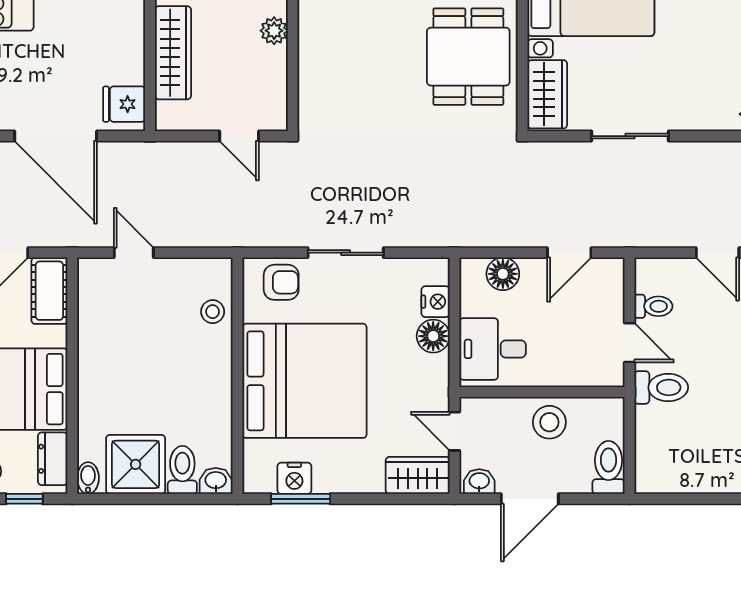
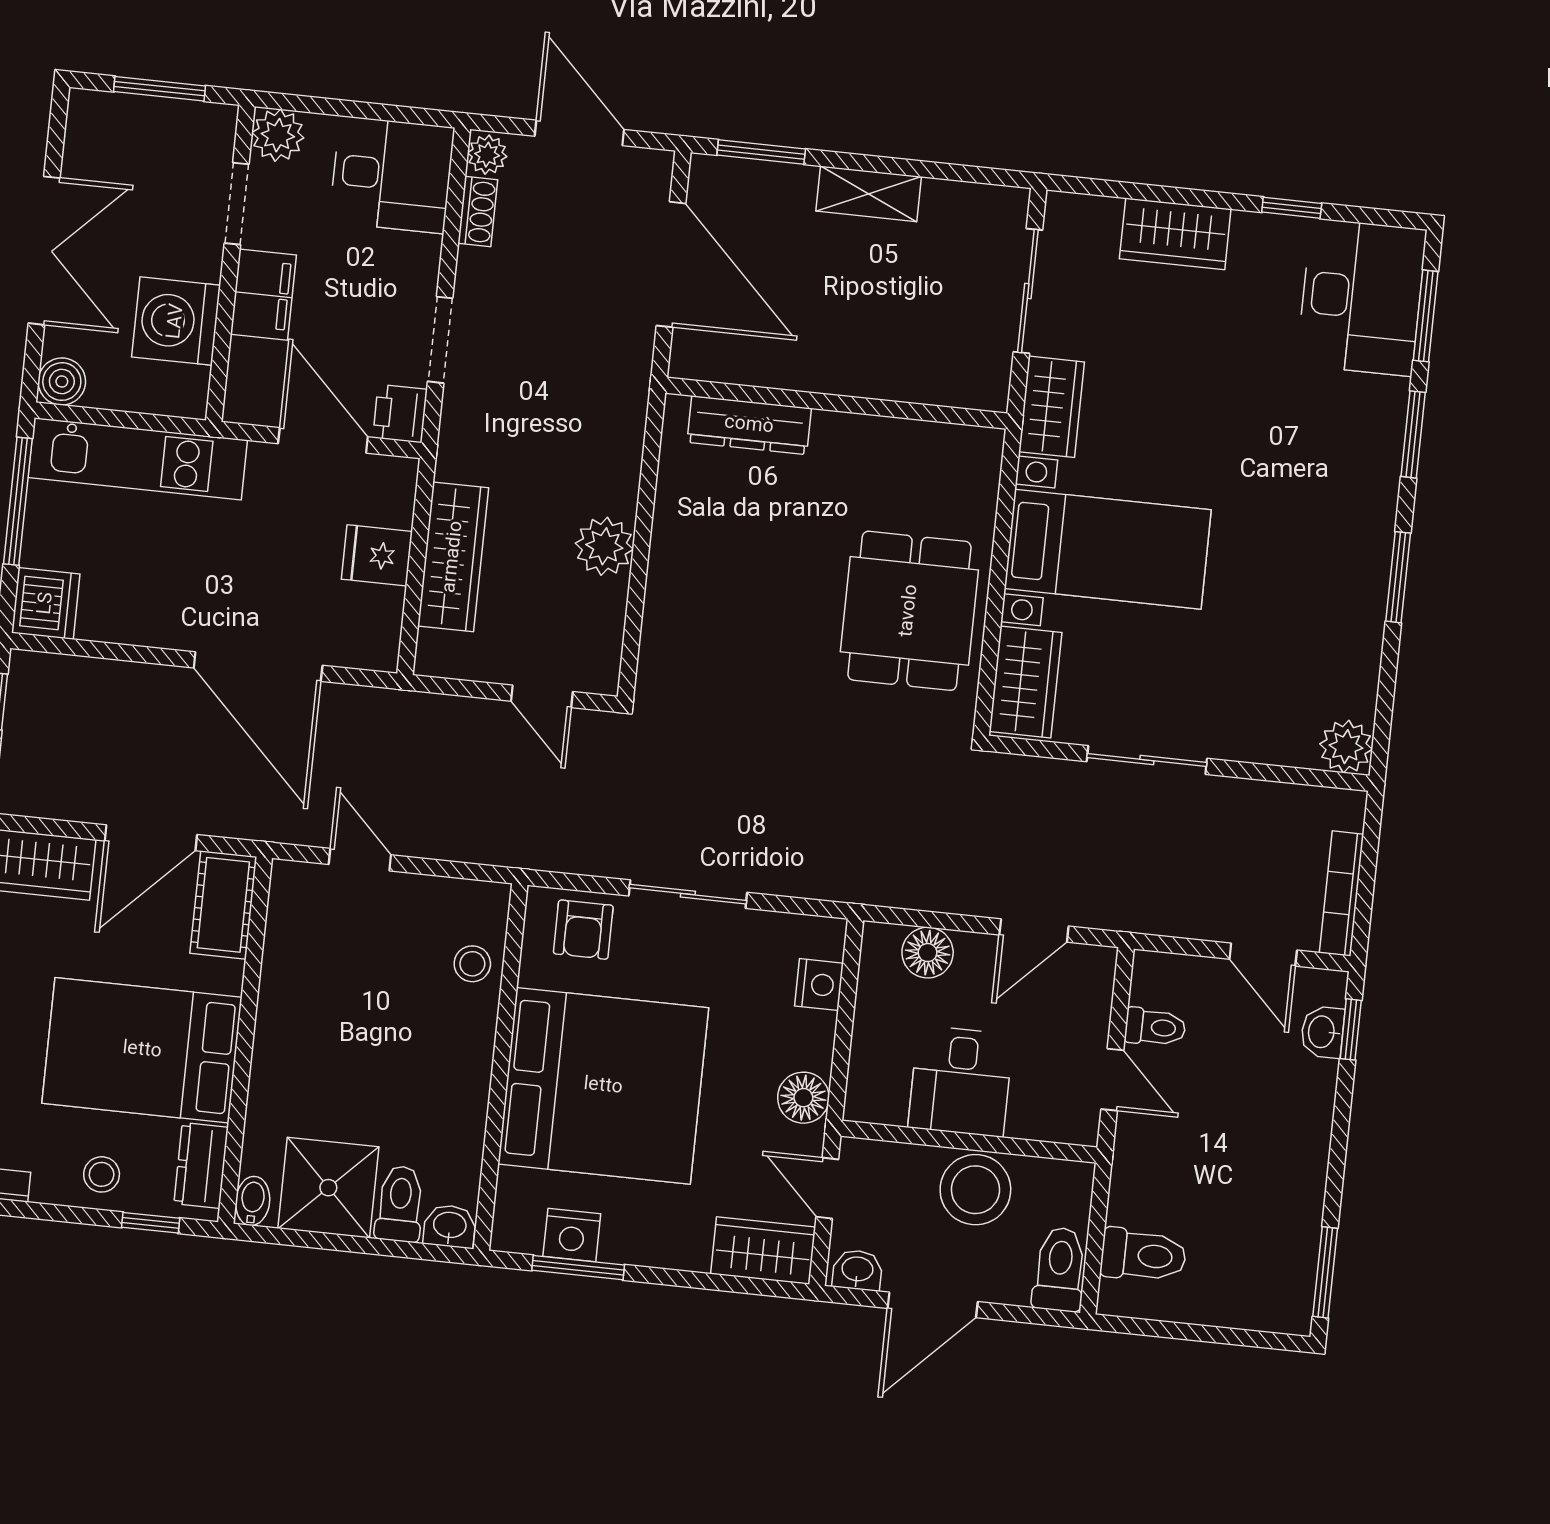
plant: (274, 31) -> (604, 546), width x1.38, depth x1.38
fridge: (124, 104) -> (377, 555), moved
armchair: (281, 282) -> (583, 930), turned 90
floor lamp: (433, 336) -> (803, 1098), moved
desk: (493, 349) -> (961, 1081), moved, turned -90
toilet: (661, 387) -> (1143, 1255), moved
stool: (549, 422) -> (975, 1190), width x1.38, depth x1.38

